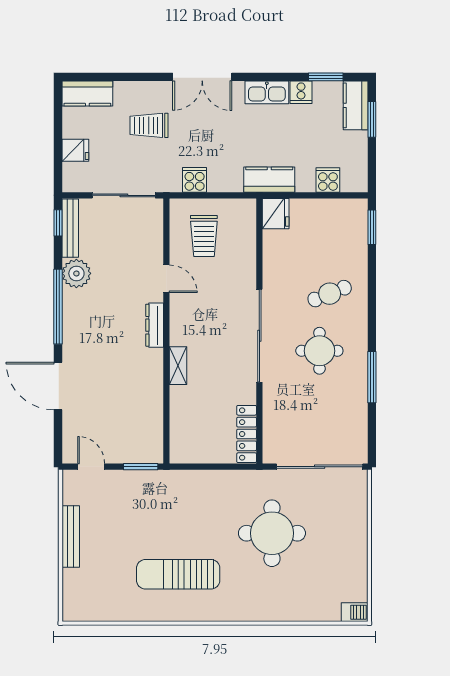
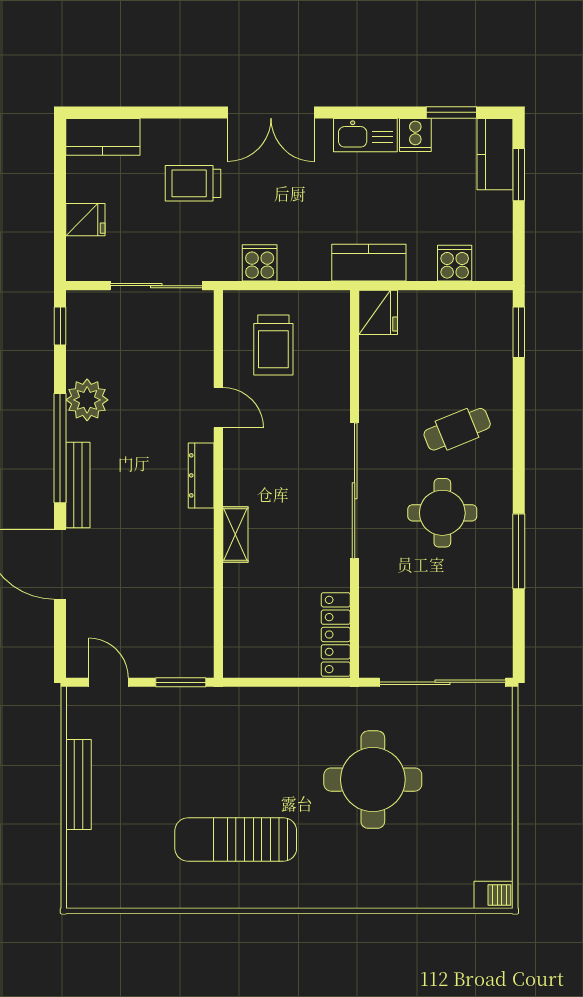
bench: (70, 228) -> (78, 485), moved

